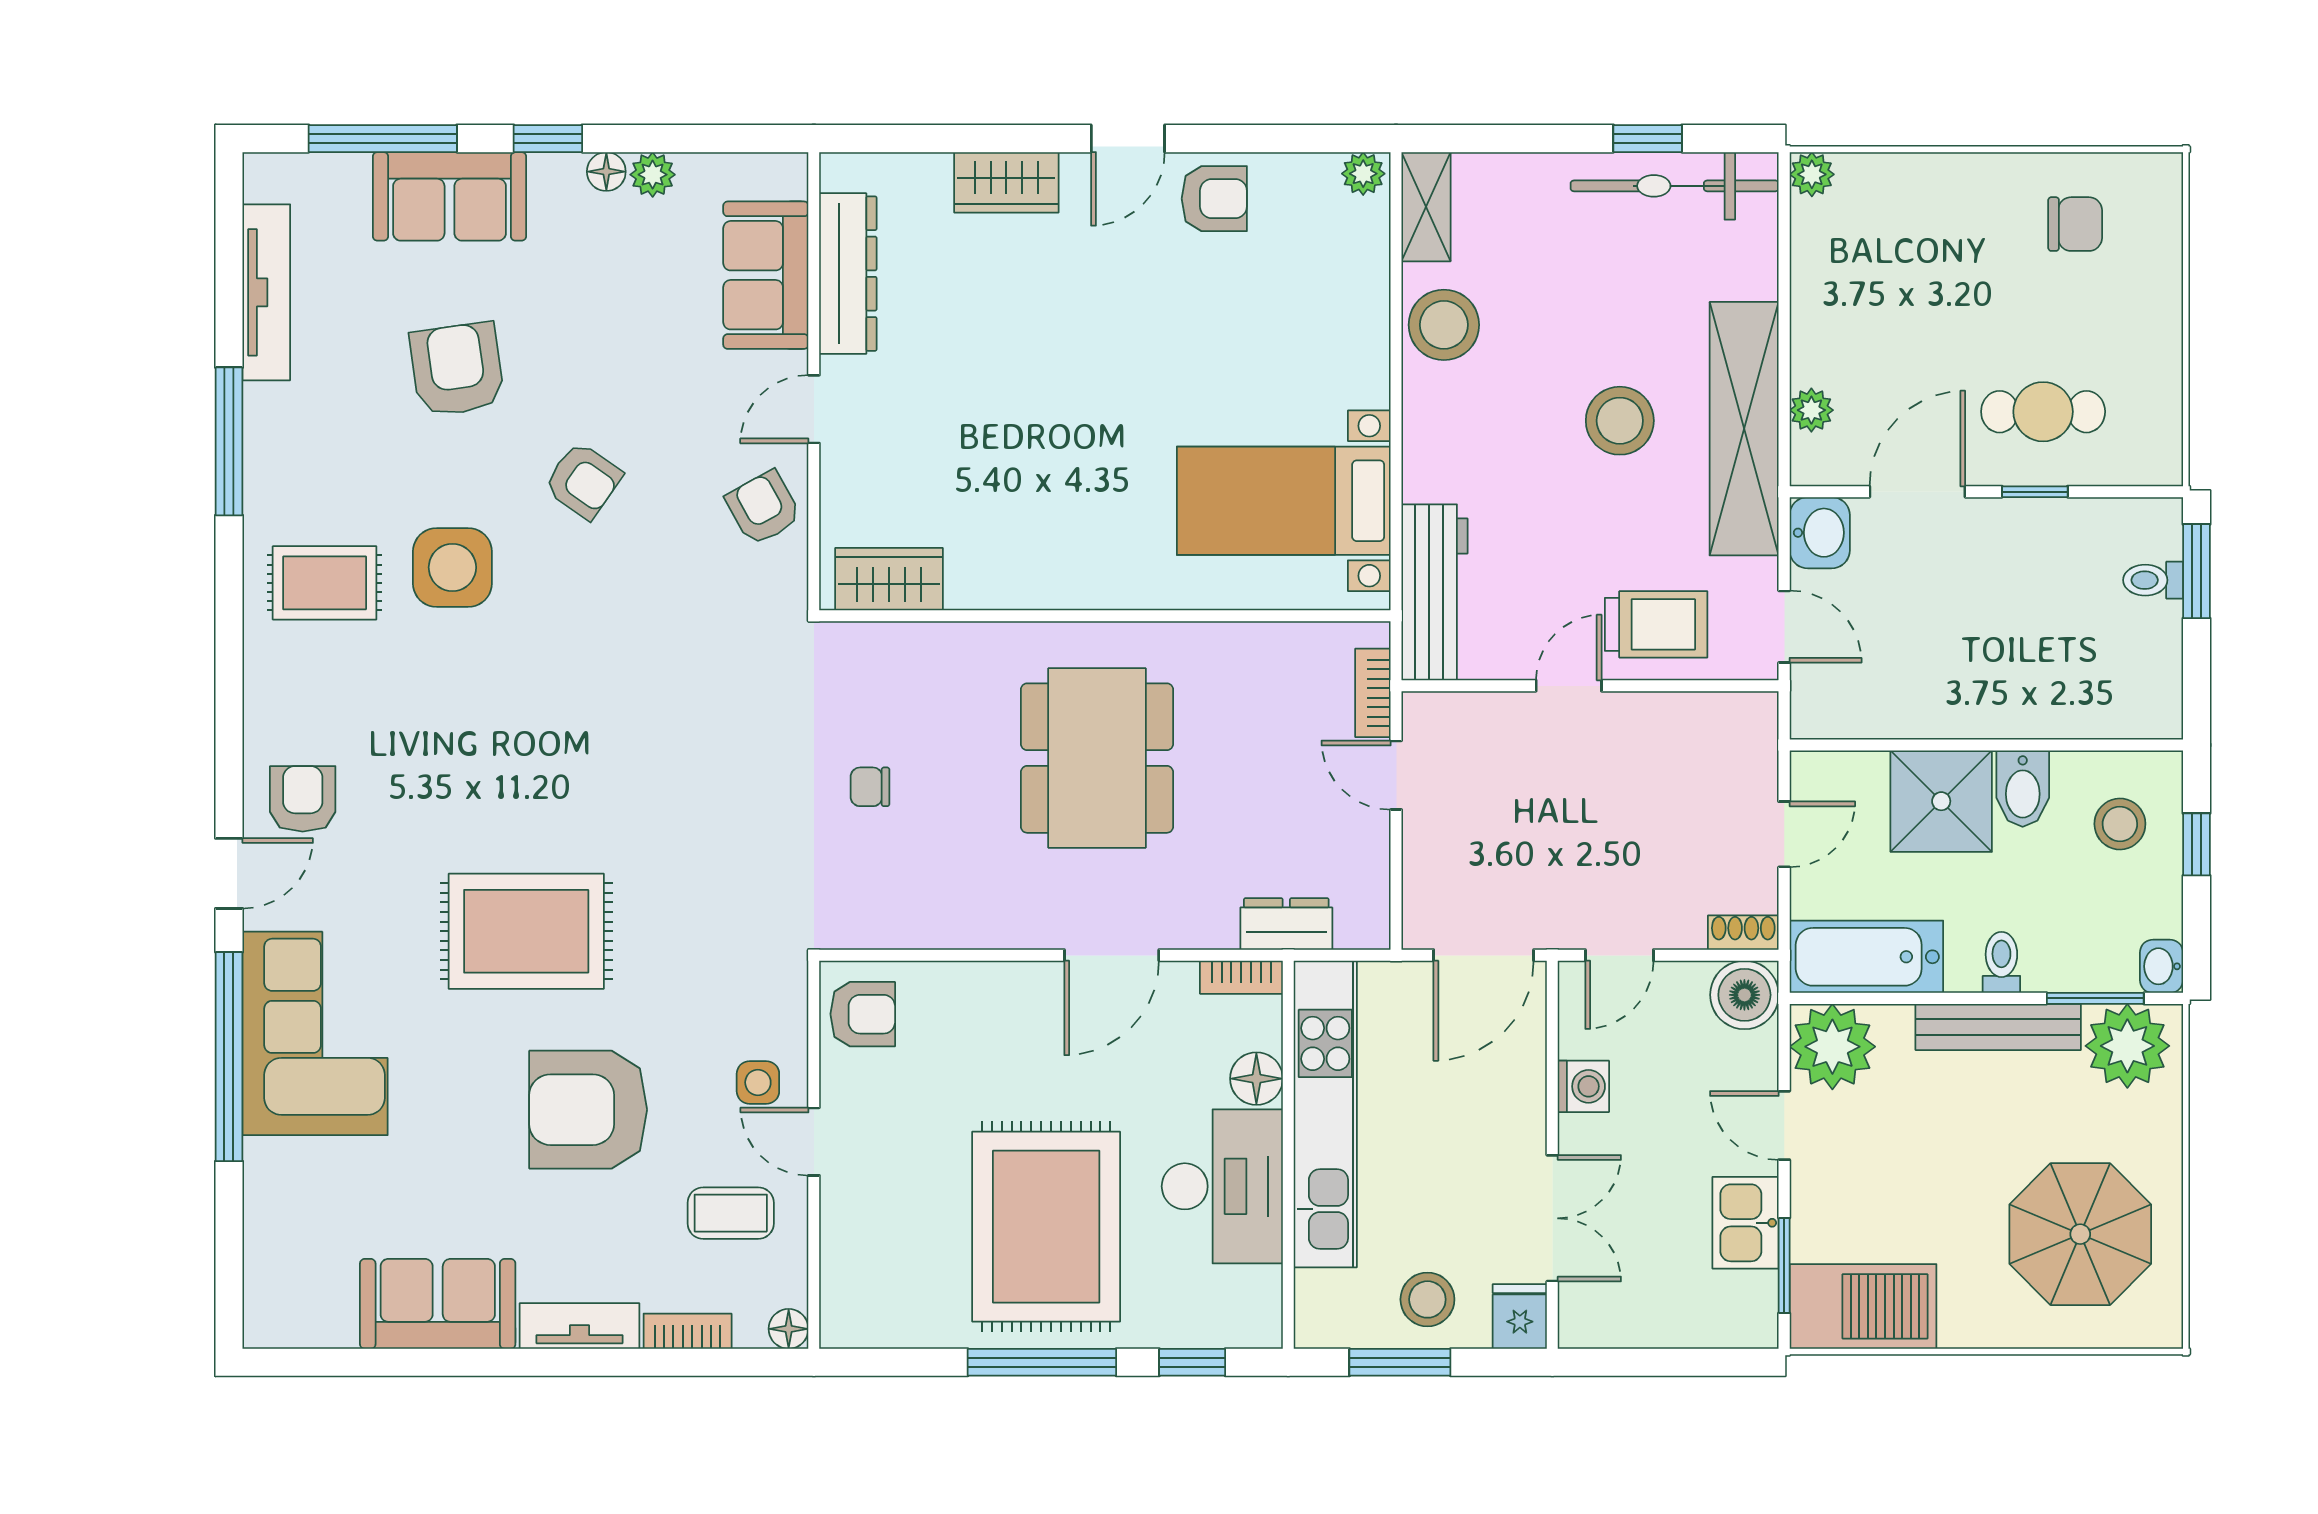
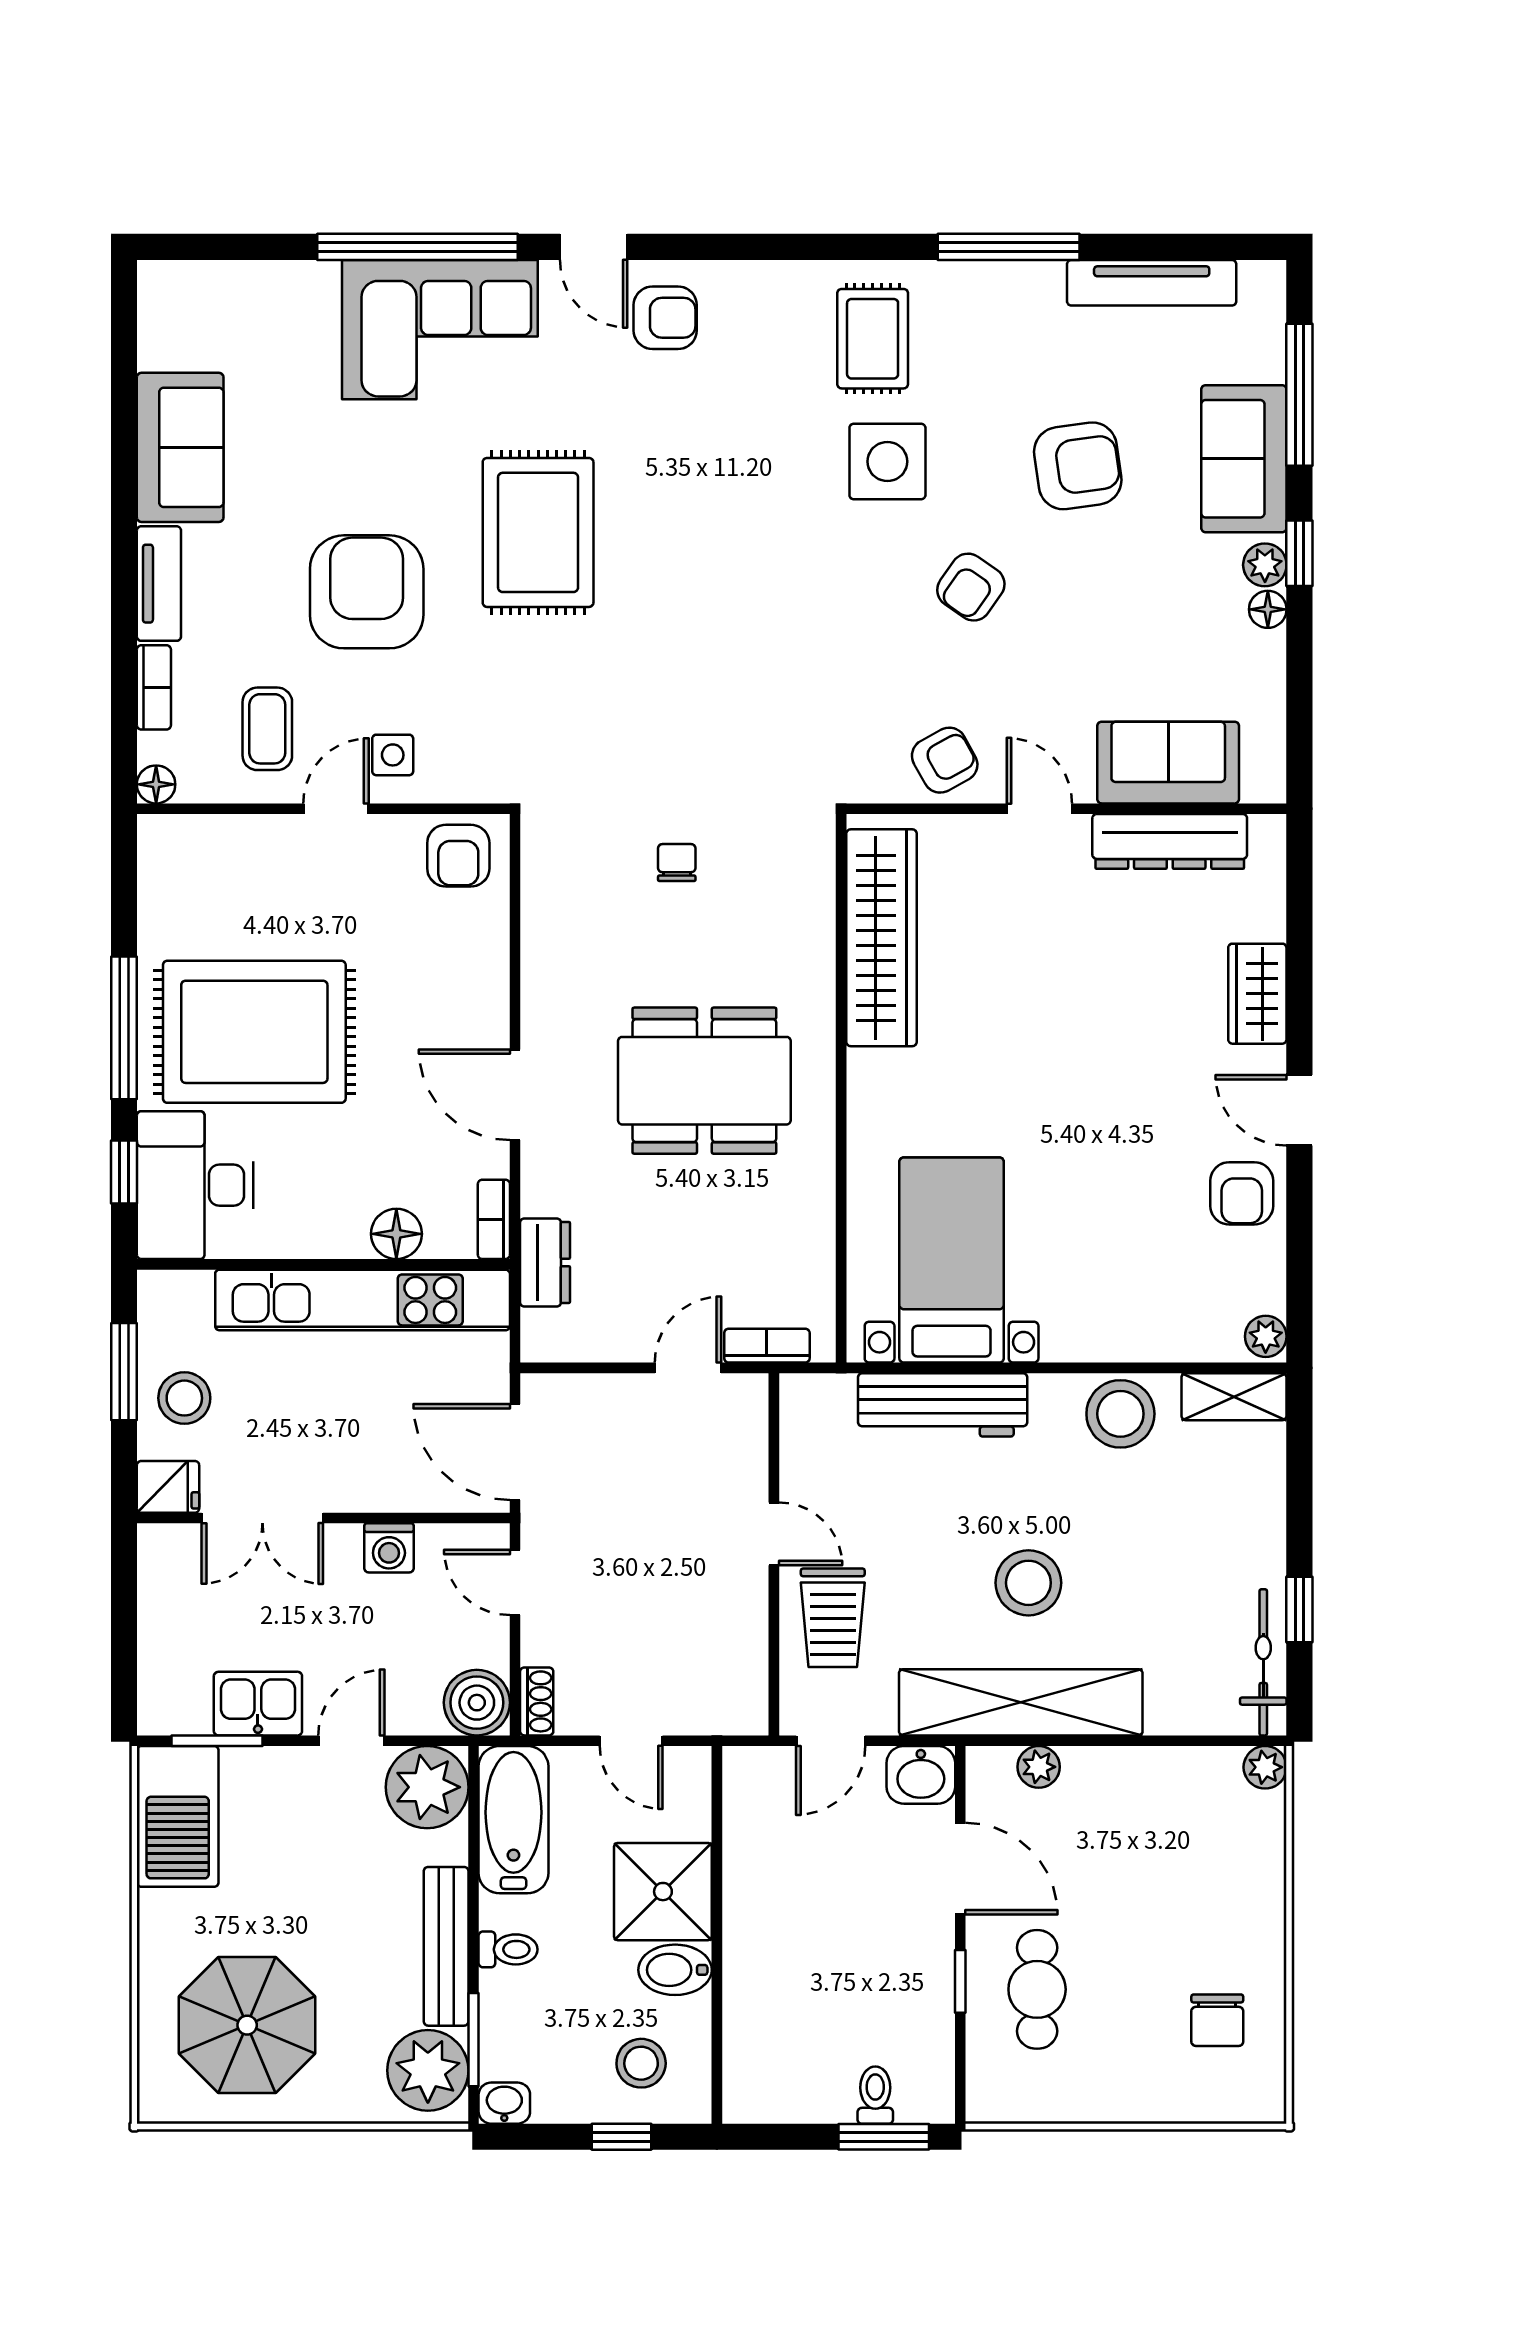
plant: (653, 175) -> (1265, 565), moved
bicycle: (1675, 186) -> (1263, 1662), width x0.73, depth x0.71
wardrobe: (889, 579) -> (881, 938), width x2.10, depth x1.17
workbench: (1434, 592) -> (943, 1405), moved
desk: (1222, 1186) -> (195, 1185), moved, turned 90

